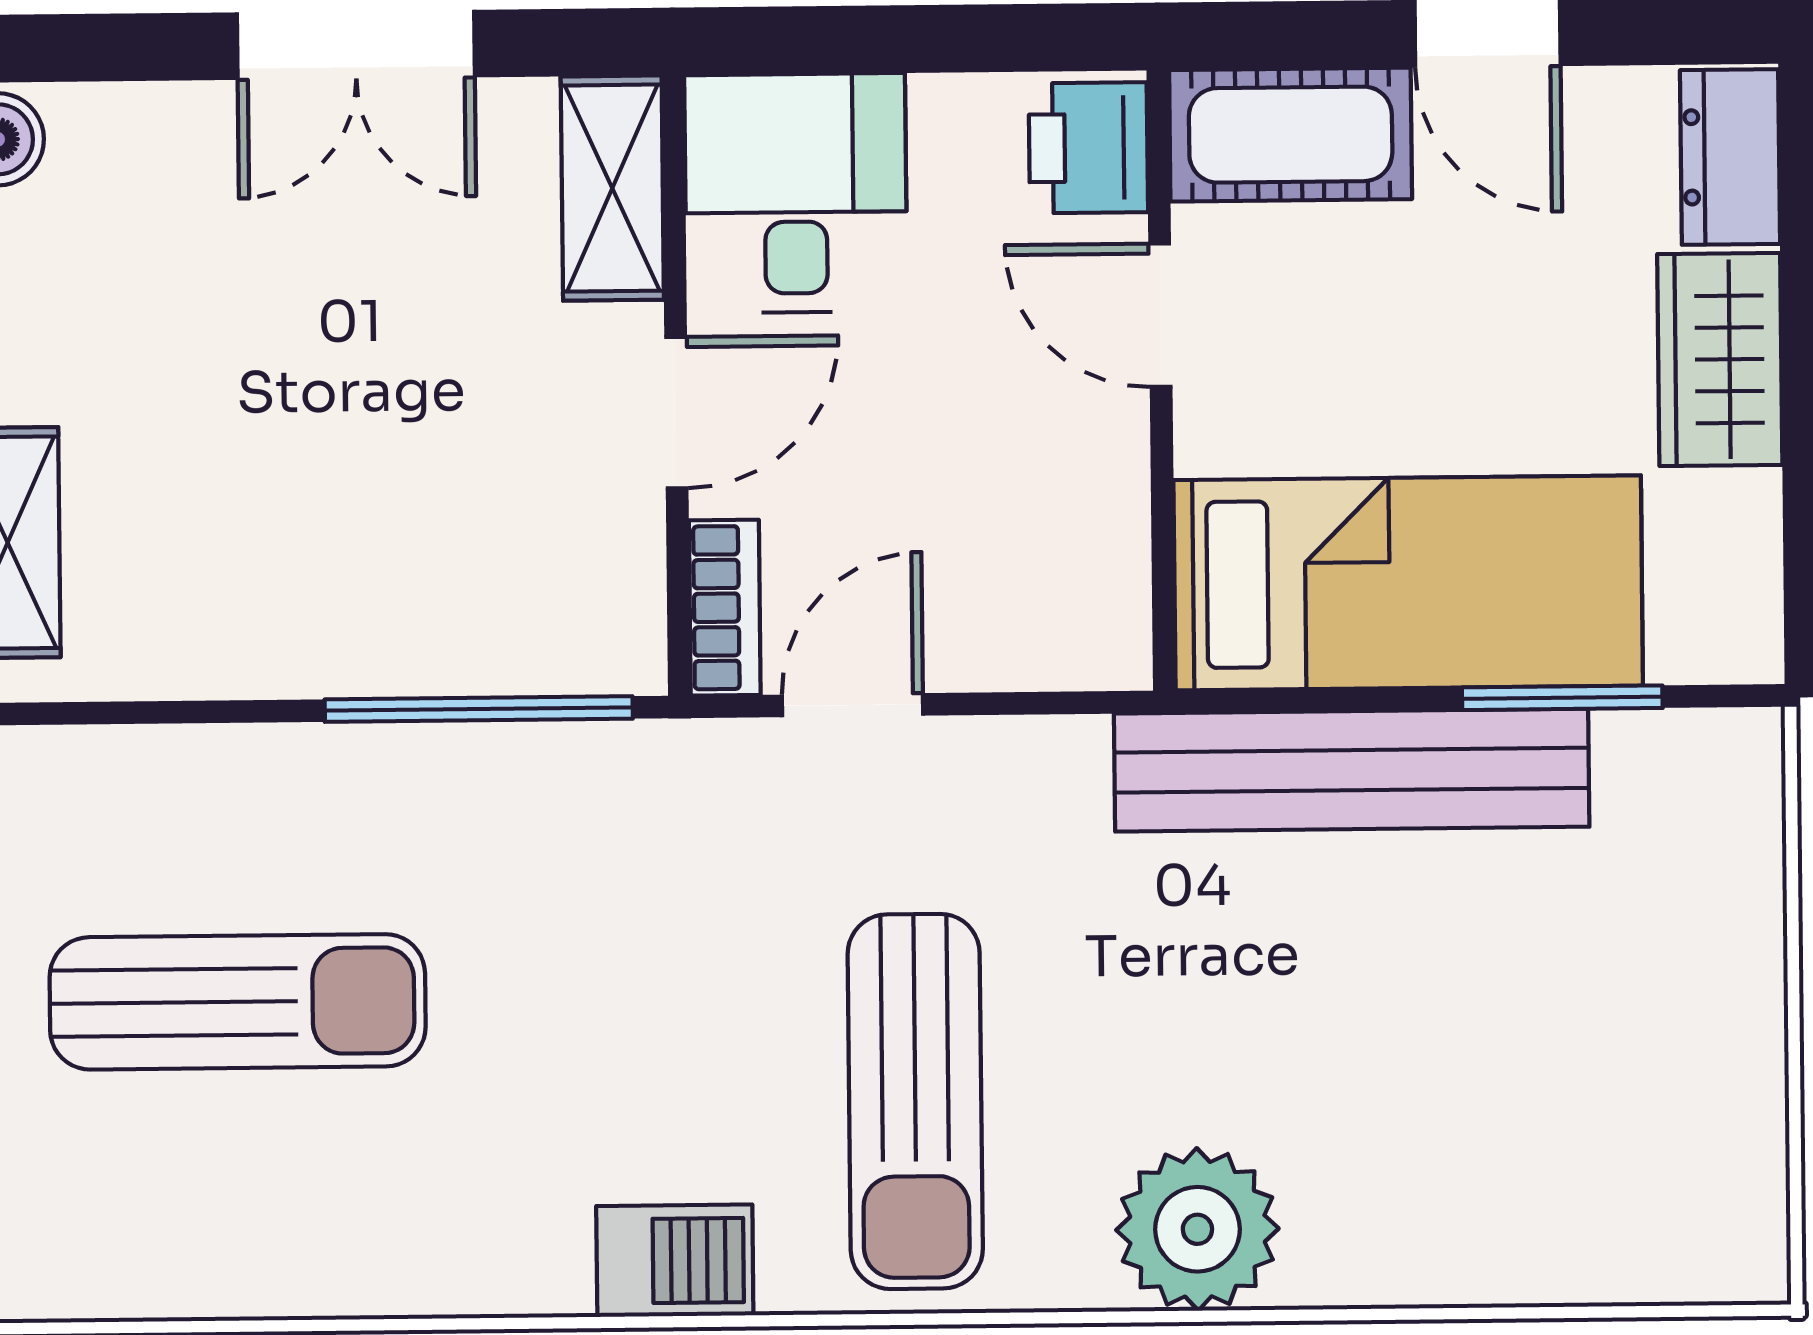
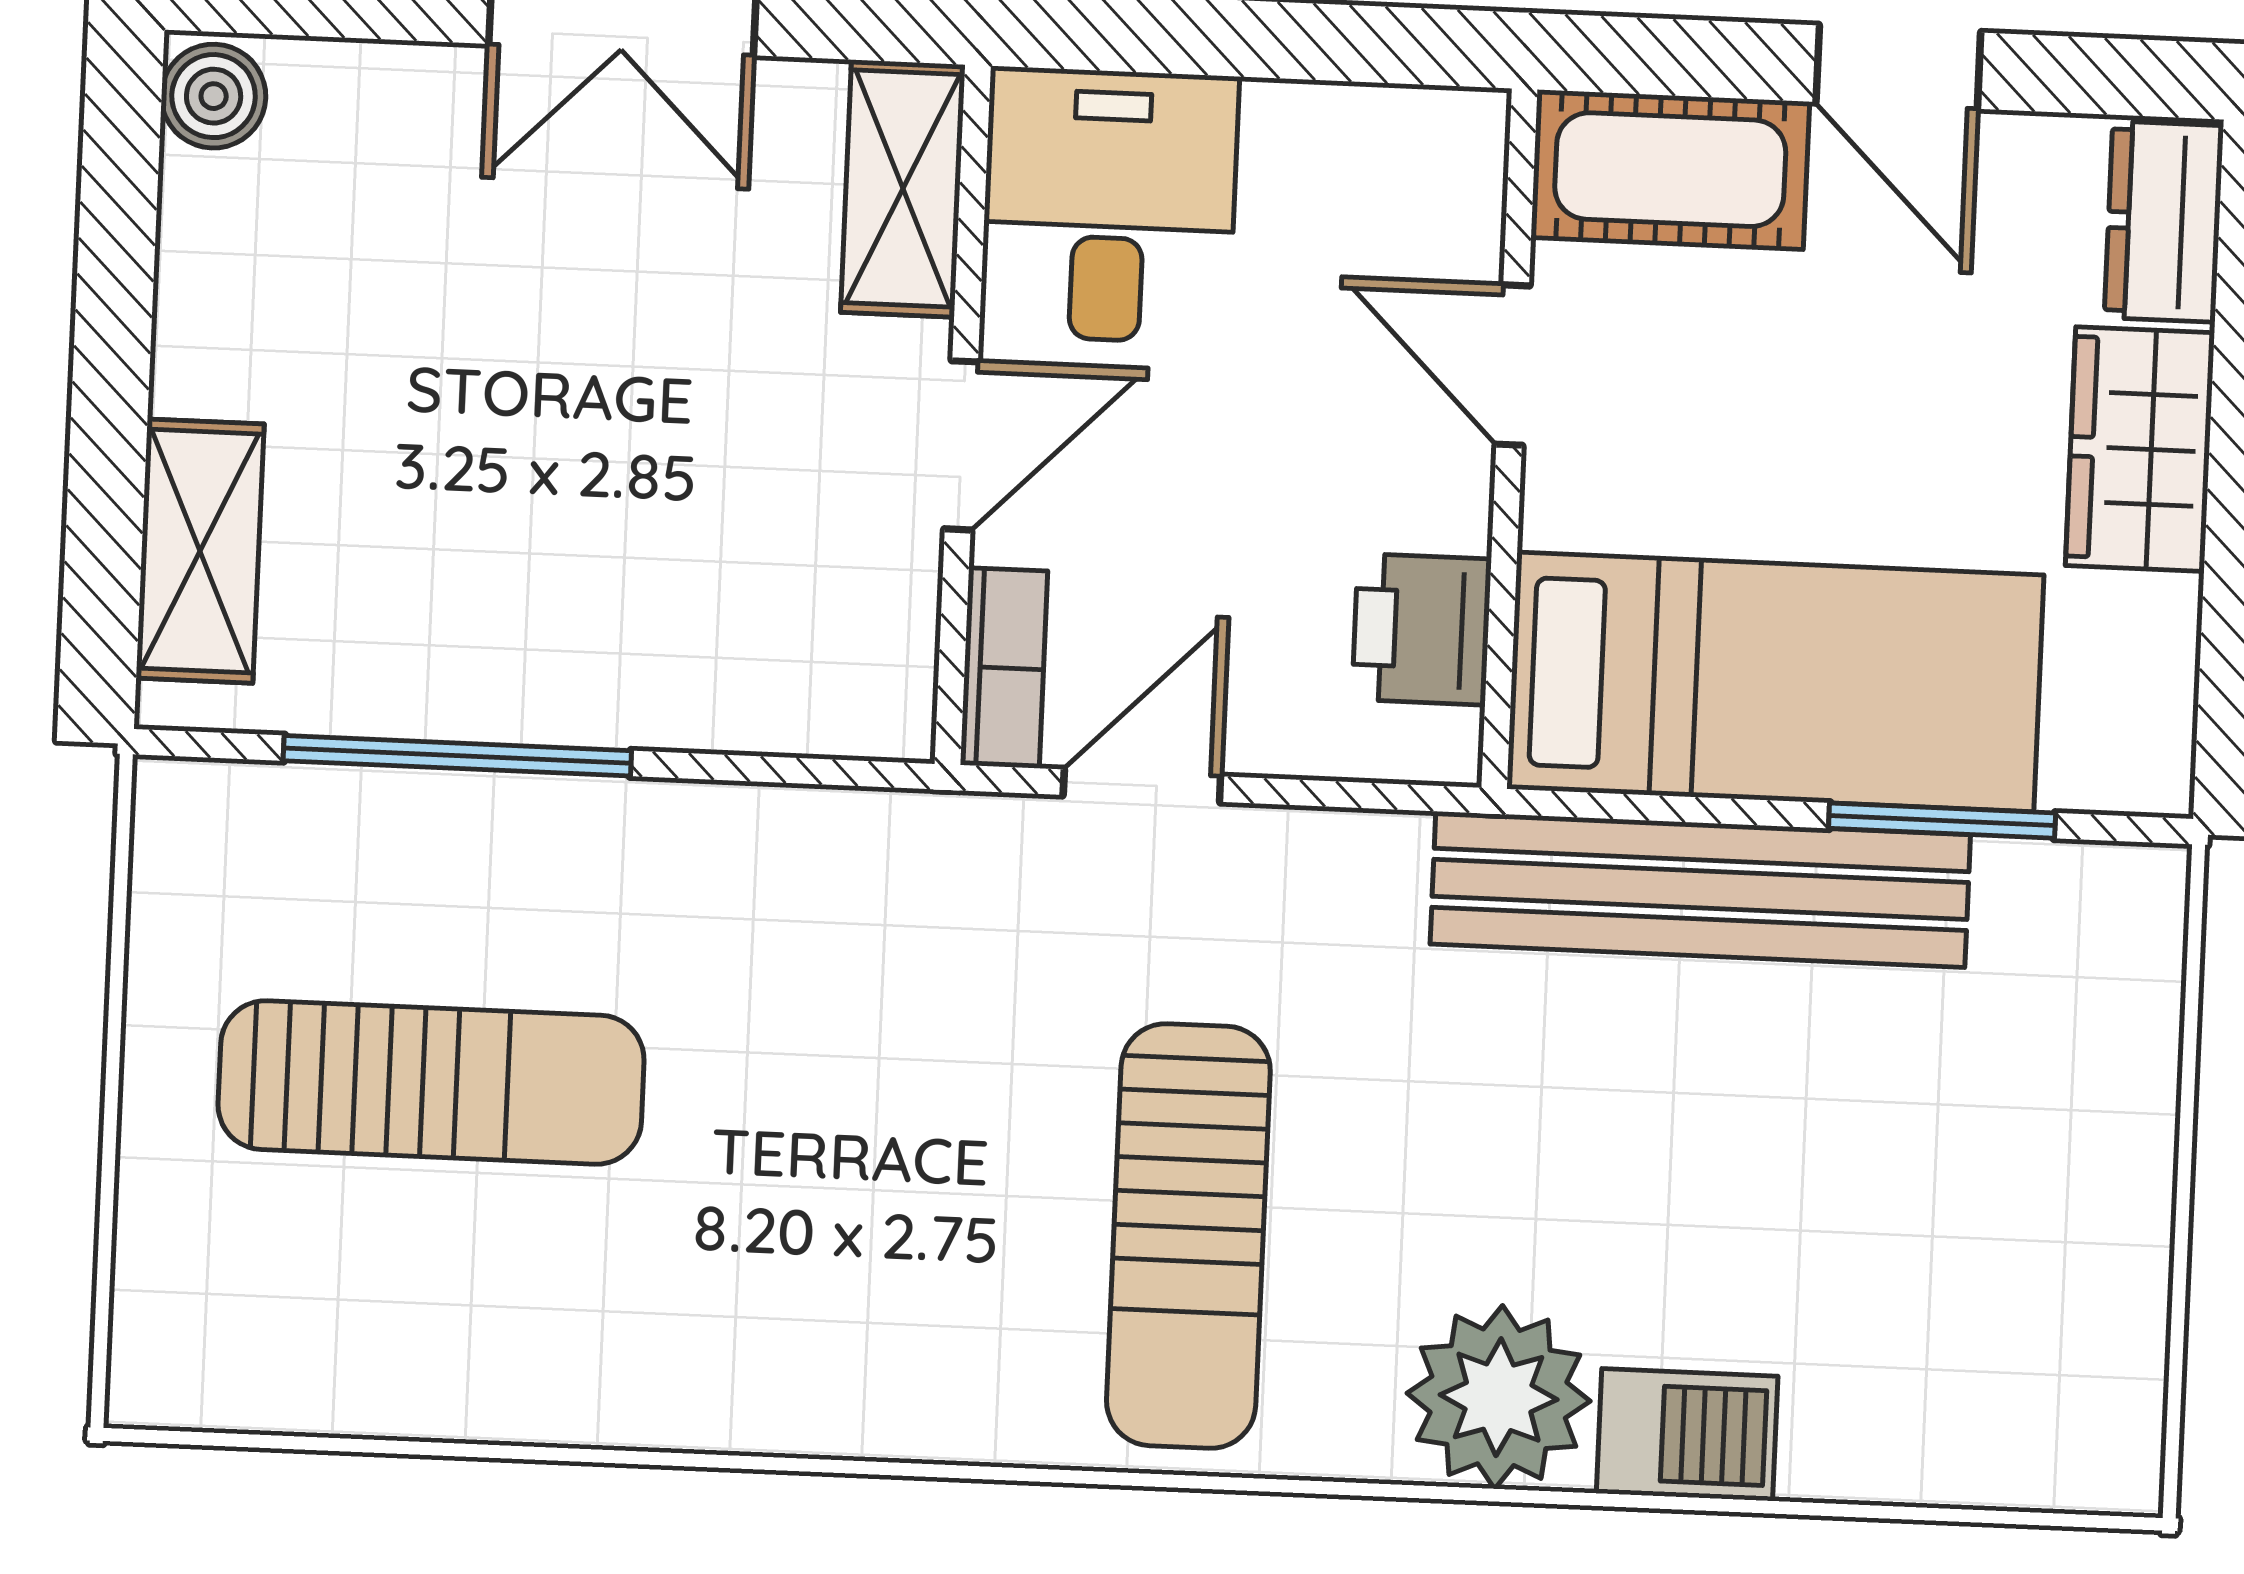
printer: (1088, 148) -> (1422, 629), moved
window: (479, 709) -> (457, 756), moved
barbecue: (675, 1261) -> (1687, 1435), moved

